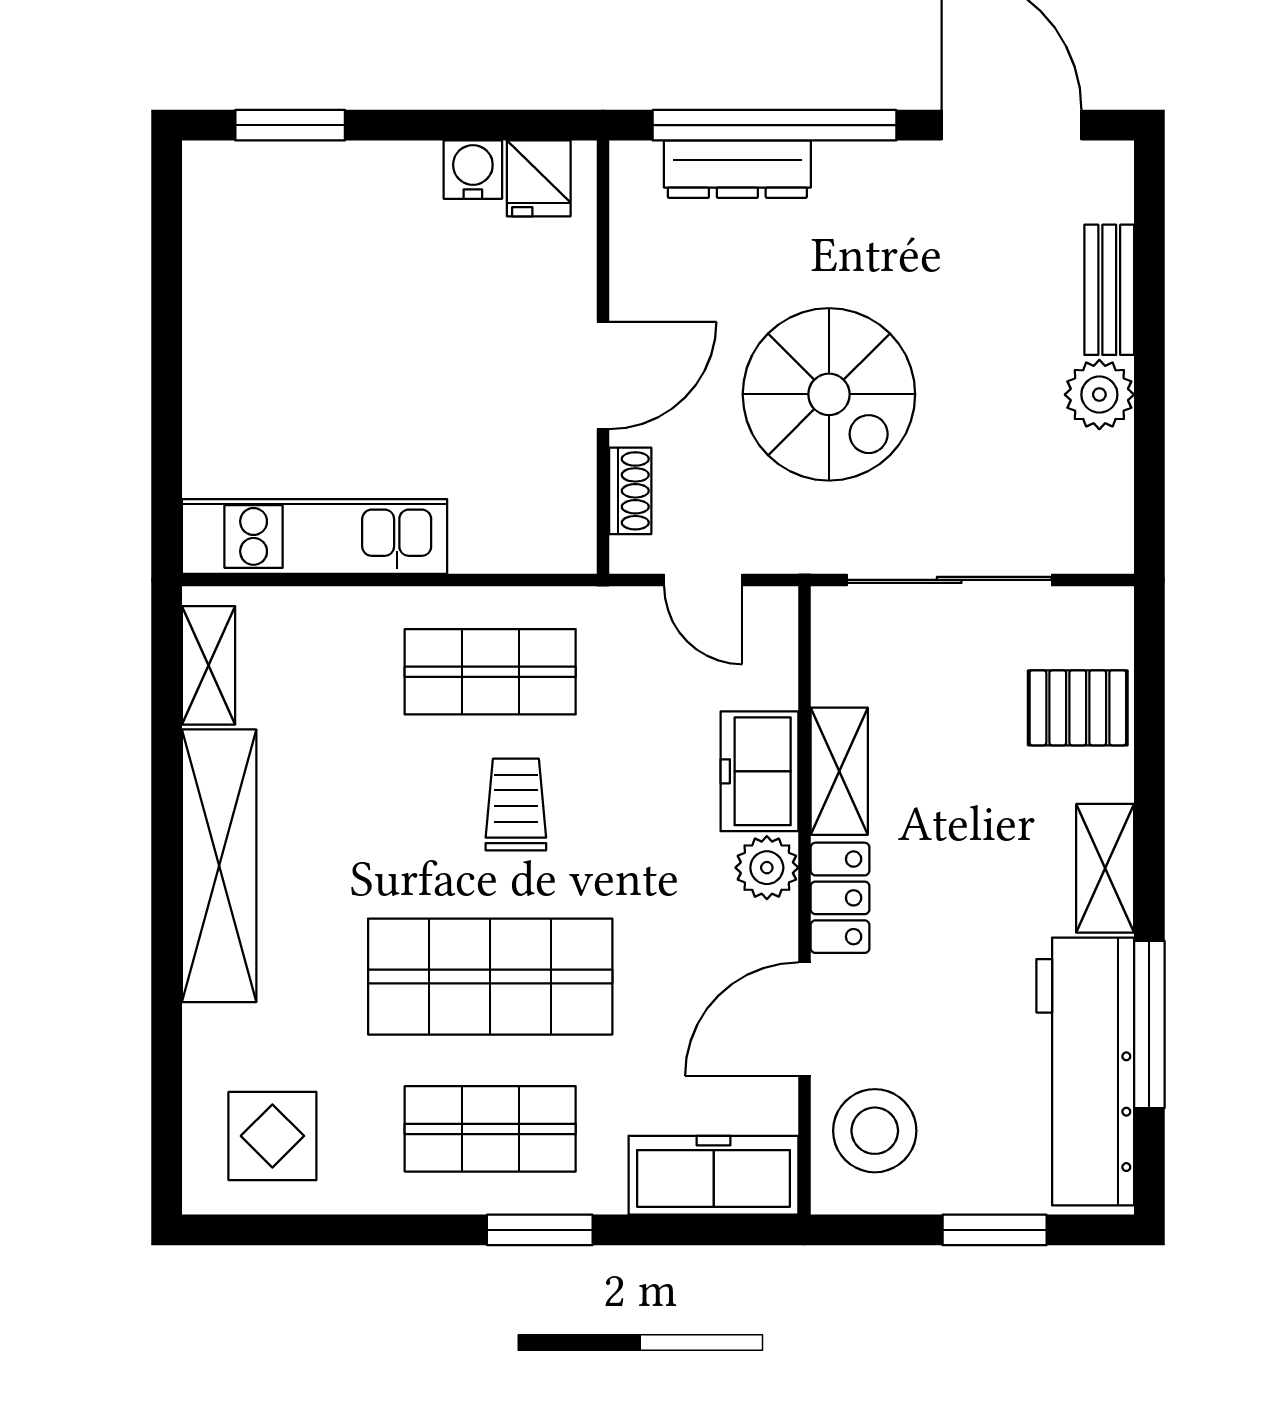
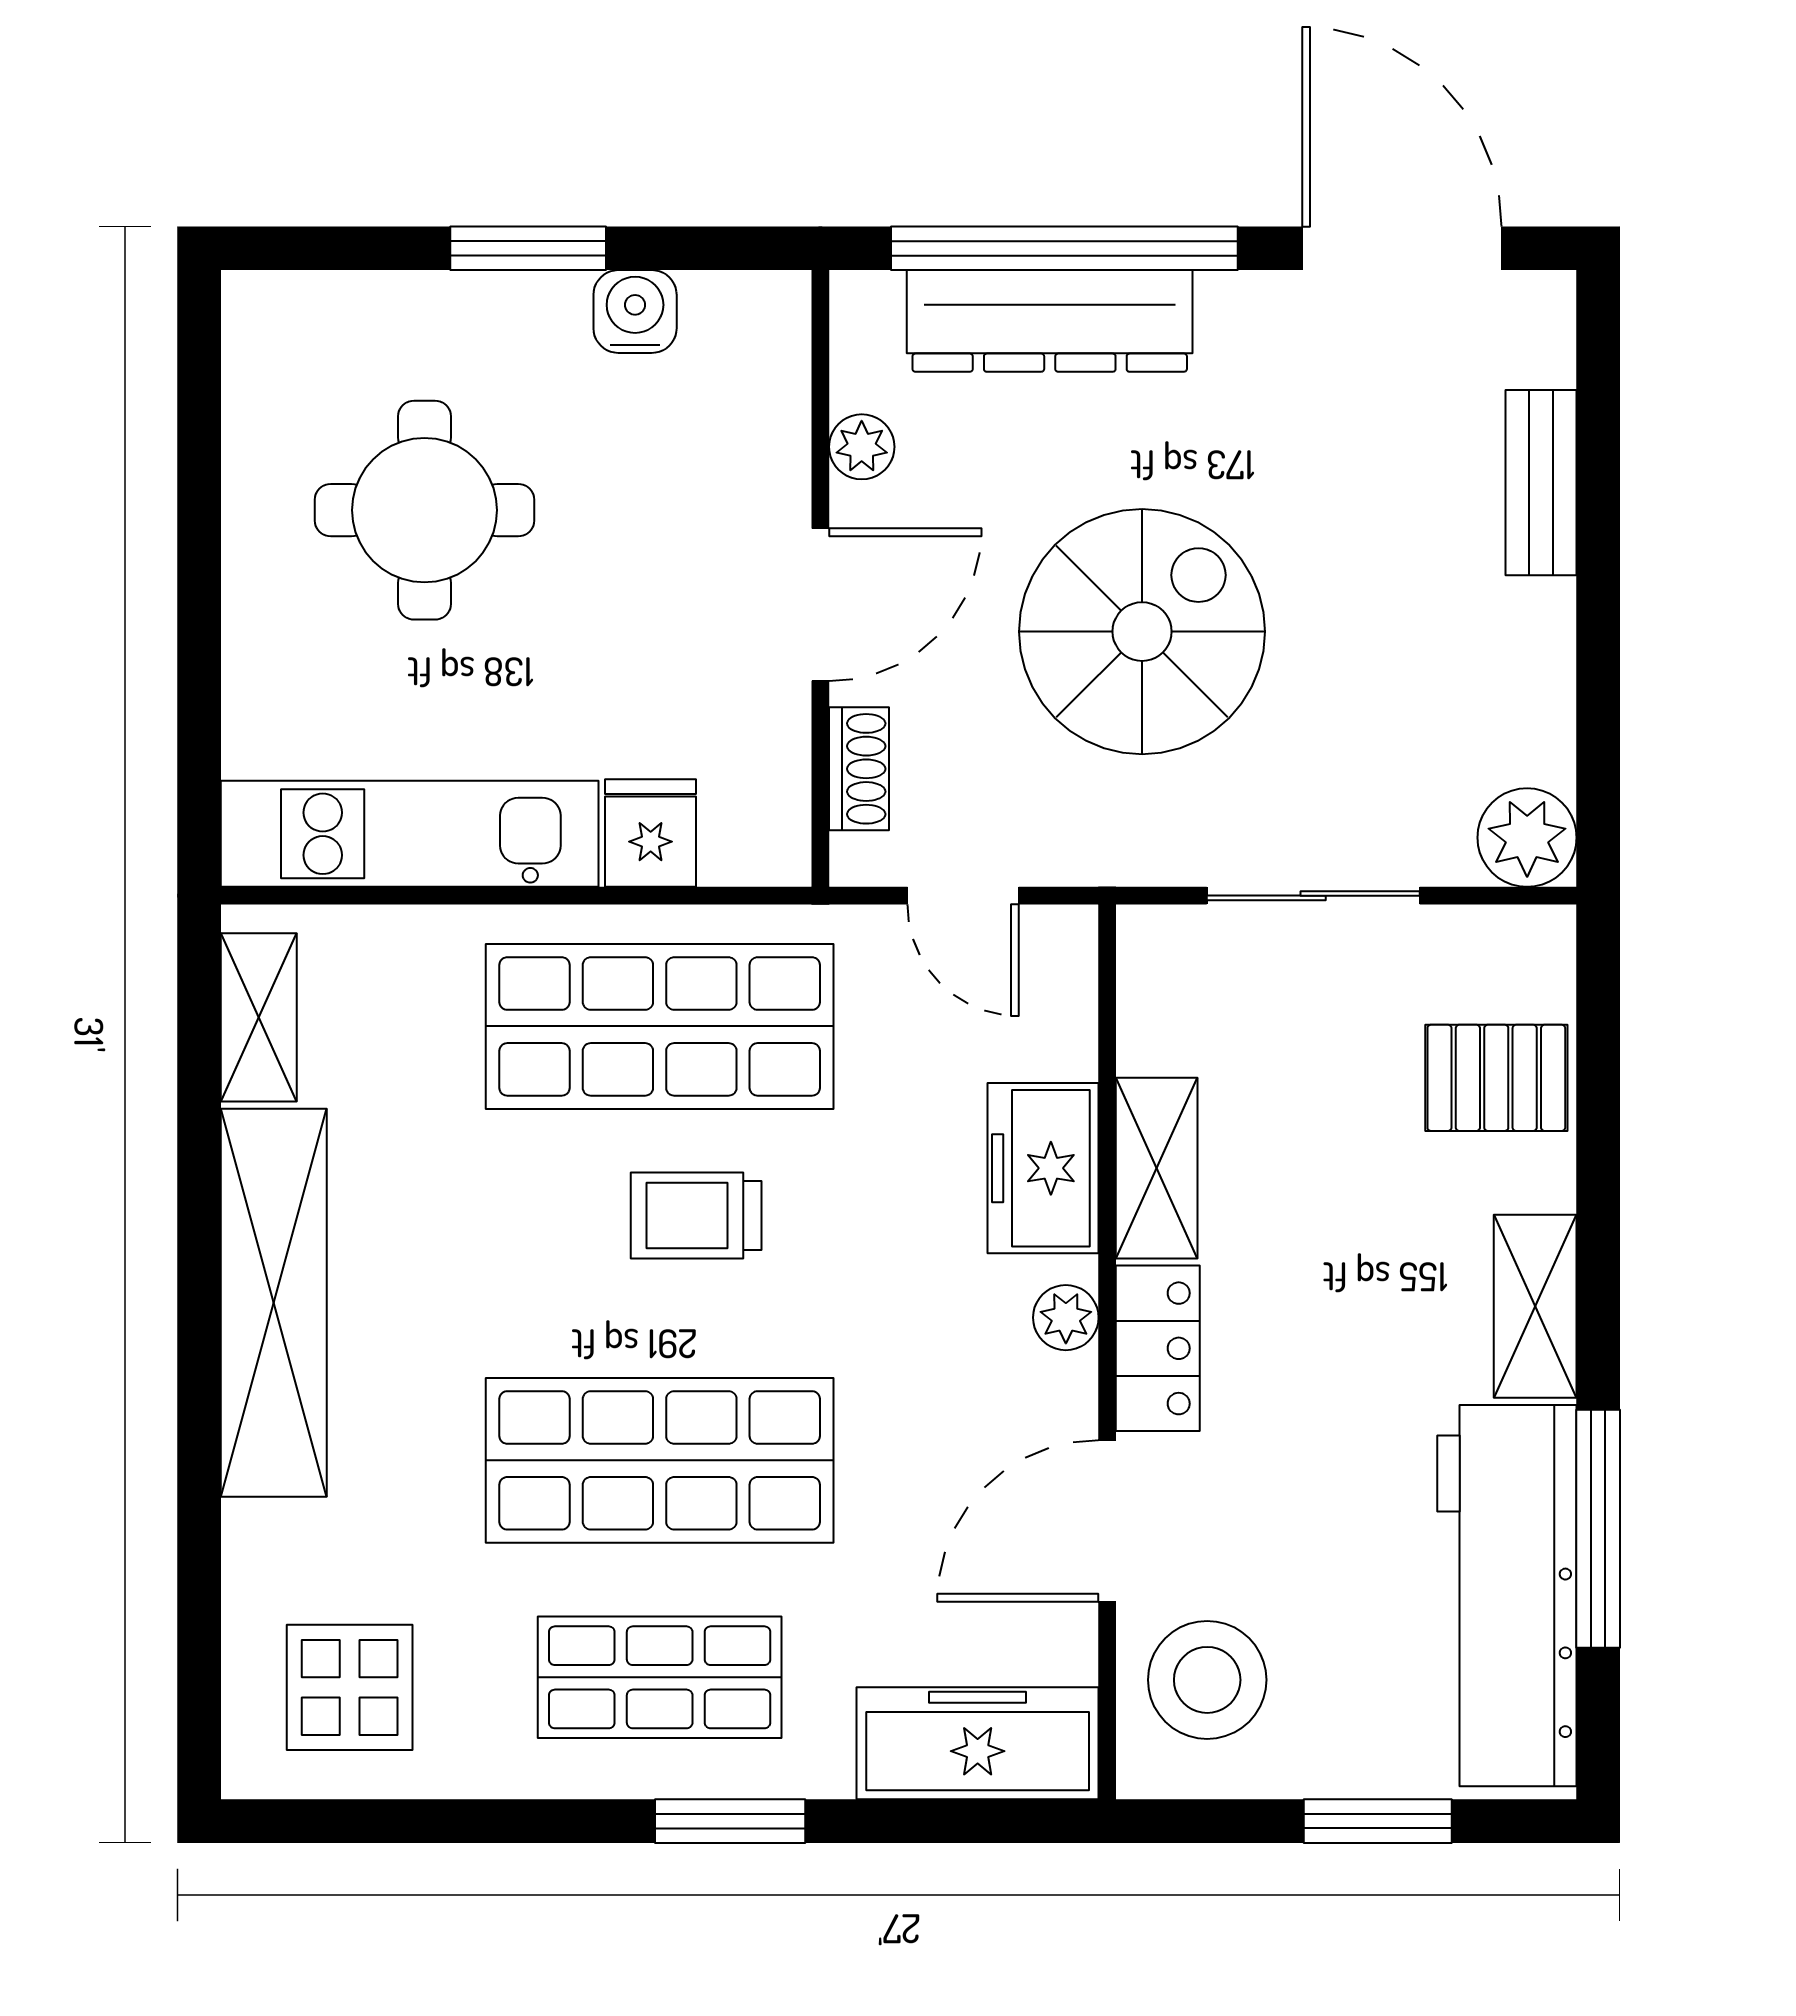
window: (290, 125) -> (528, 248), moved
dresser: (737, 169) -> (1050, 321), width x1.37, depth x1.24
fridge: (539, 178) -> (651, 833), moved, turned 180
plant: (632, 265) -> (862, 447), added
round table: (325, 309) -> (424, 510), added
spiral stairs: (829, 394) -> (1142, 632), turned -90
plant: (1099, 395) -> (1527, 838), moved
sliding door: (949, 580) -> (1313, 896), width x0.73
shop shelf: (490, 672) -> (660, 1026), width x1.43, depth x1.36
trolley: (516, 805) -> (696, 1216), turned -90
plant: (767, 868) -> (1066, 1318), width x0.73, depth x0.73

